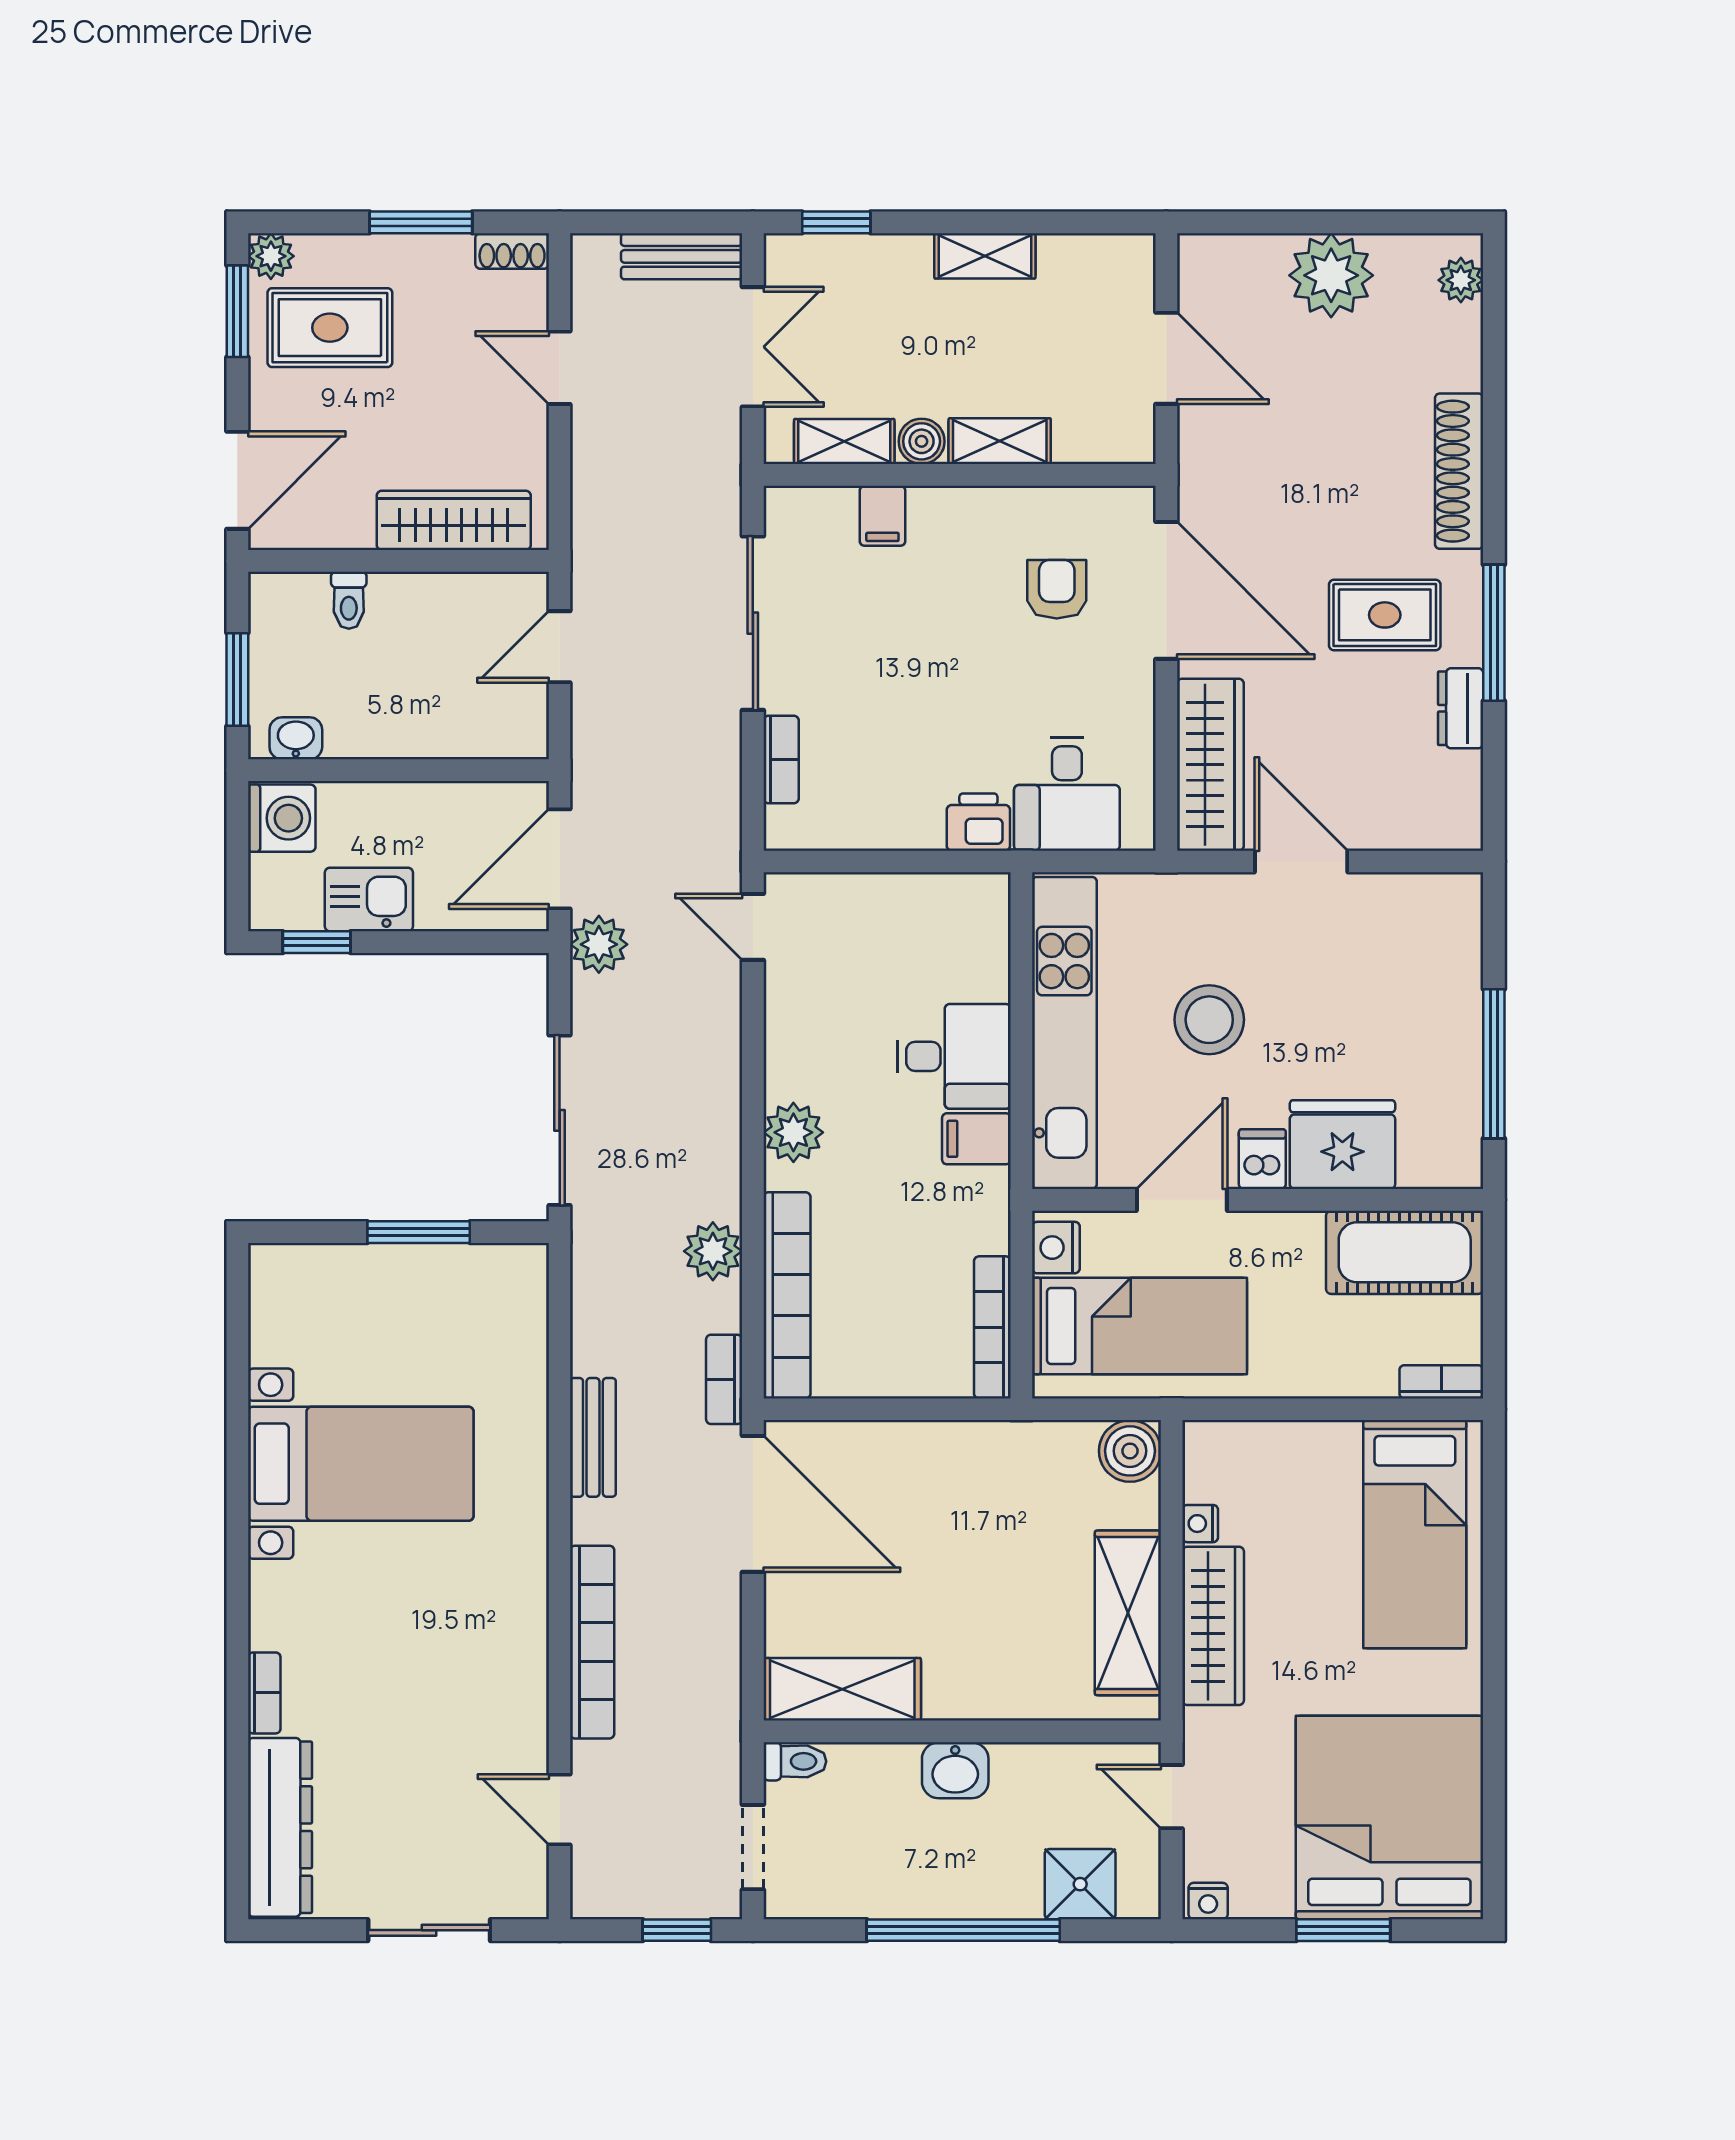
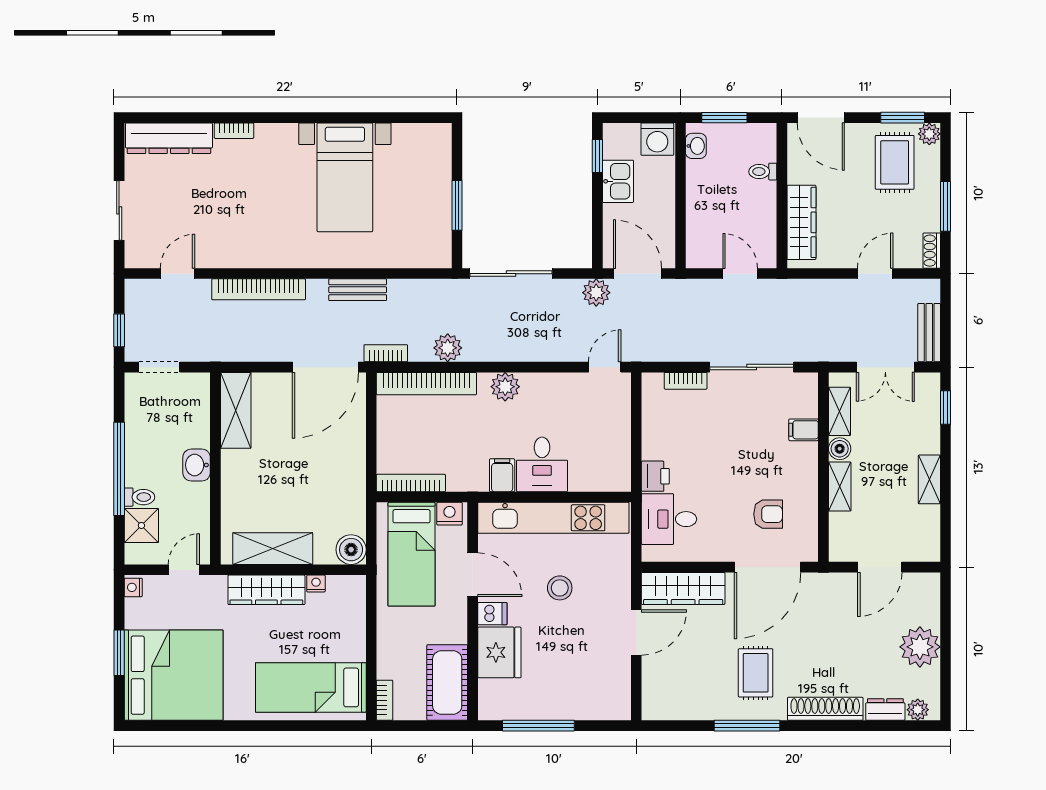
dresser: (1461, 708) -> (885, 710), moved
stool: (1209, 1020) -> (560, 588), width x0.73, depth x0.73
toilet: (795, 1761) -> (139, 497), moved, turned -90

